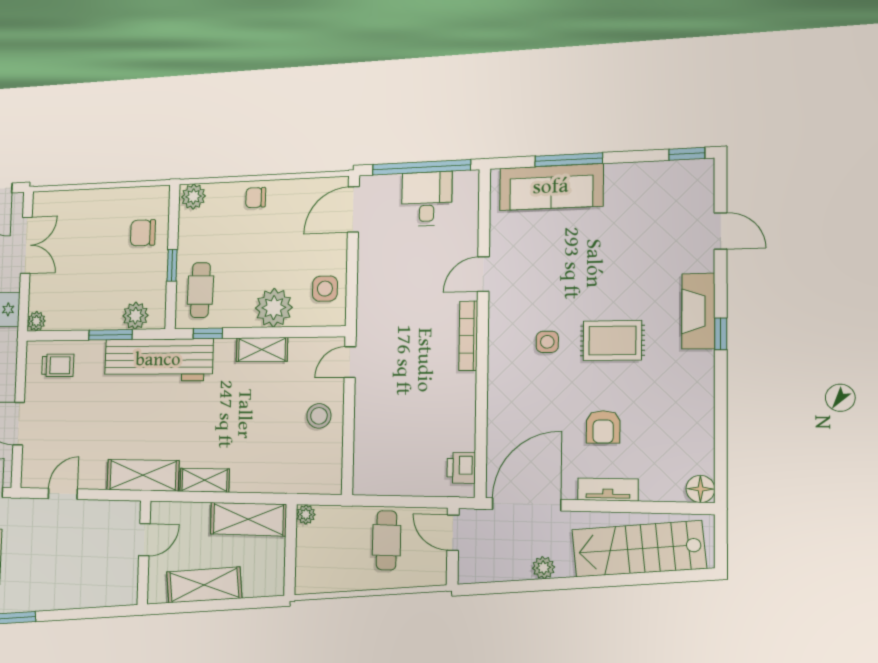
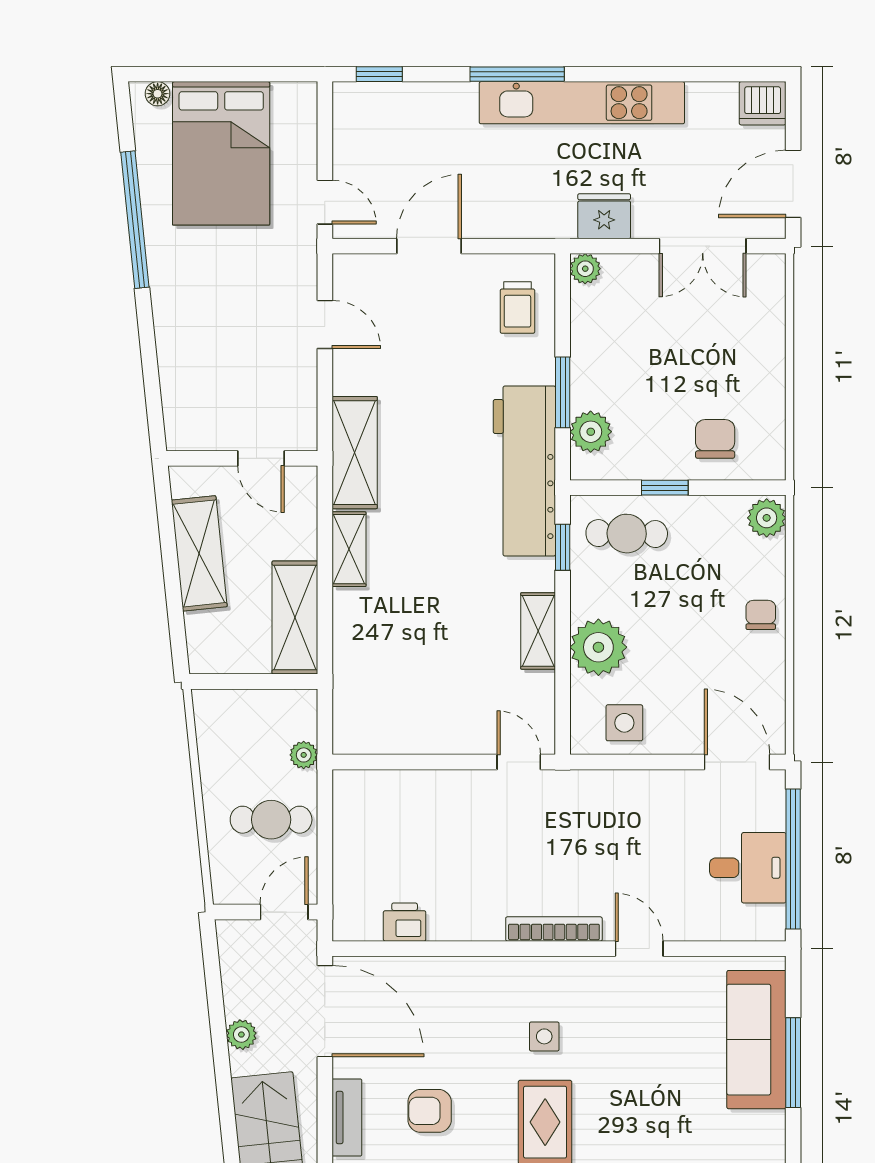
stool: (319, 416) -> (443, 719), removed
printer: (461, 468) -> (405, 922), moved
plant: (306, 514) -> (304, 755), moved

